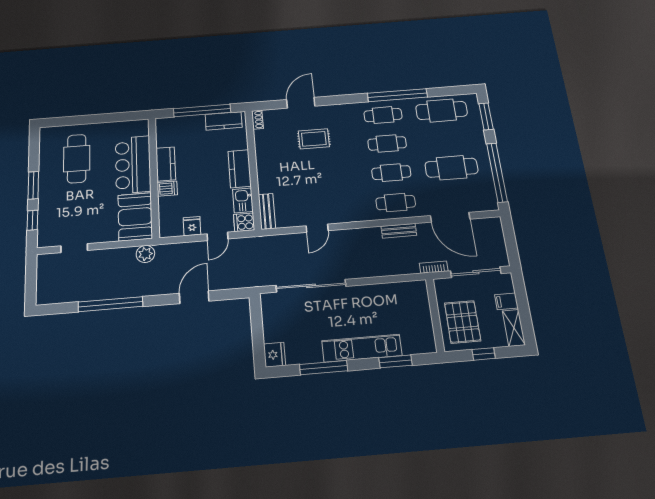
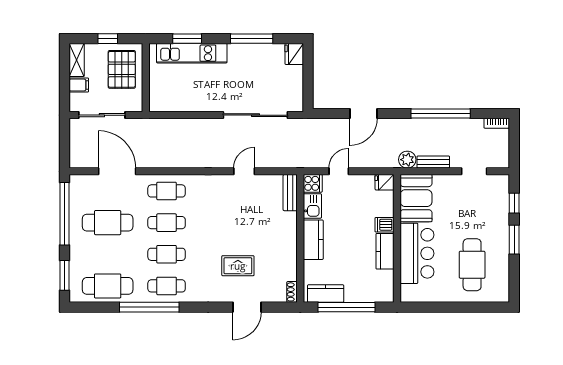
fridge: (192, 226) -> (385, 182), moved, turned 90
bench: (399, 231) -> (433, 162), moved
bookcase: (434, 267) -> (497, 123), moved
kitchen unit: (362, 348) -> (192, 53), moved

